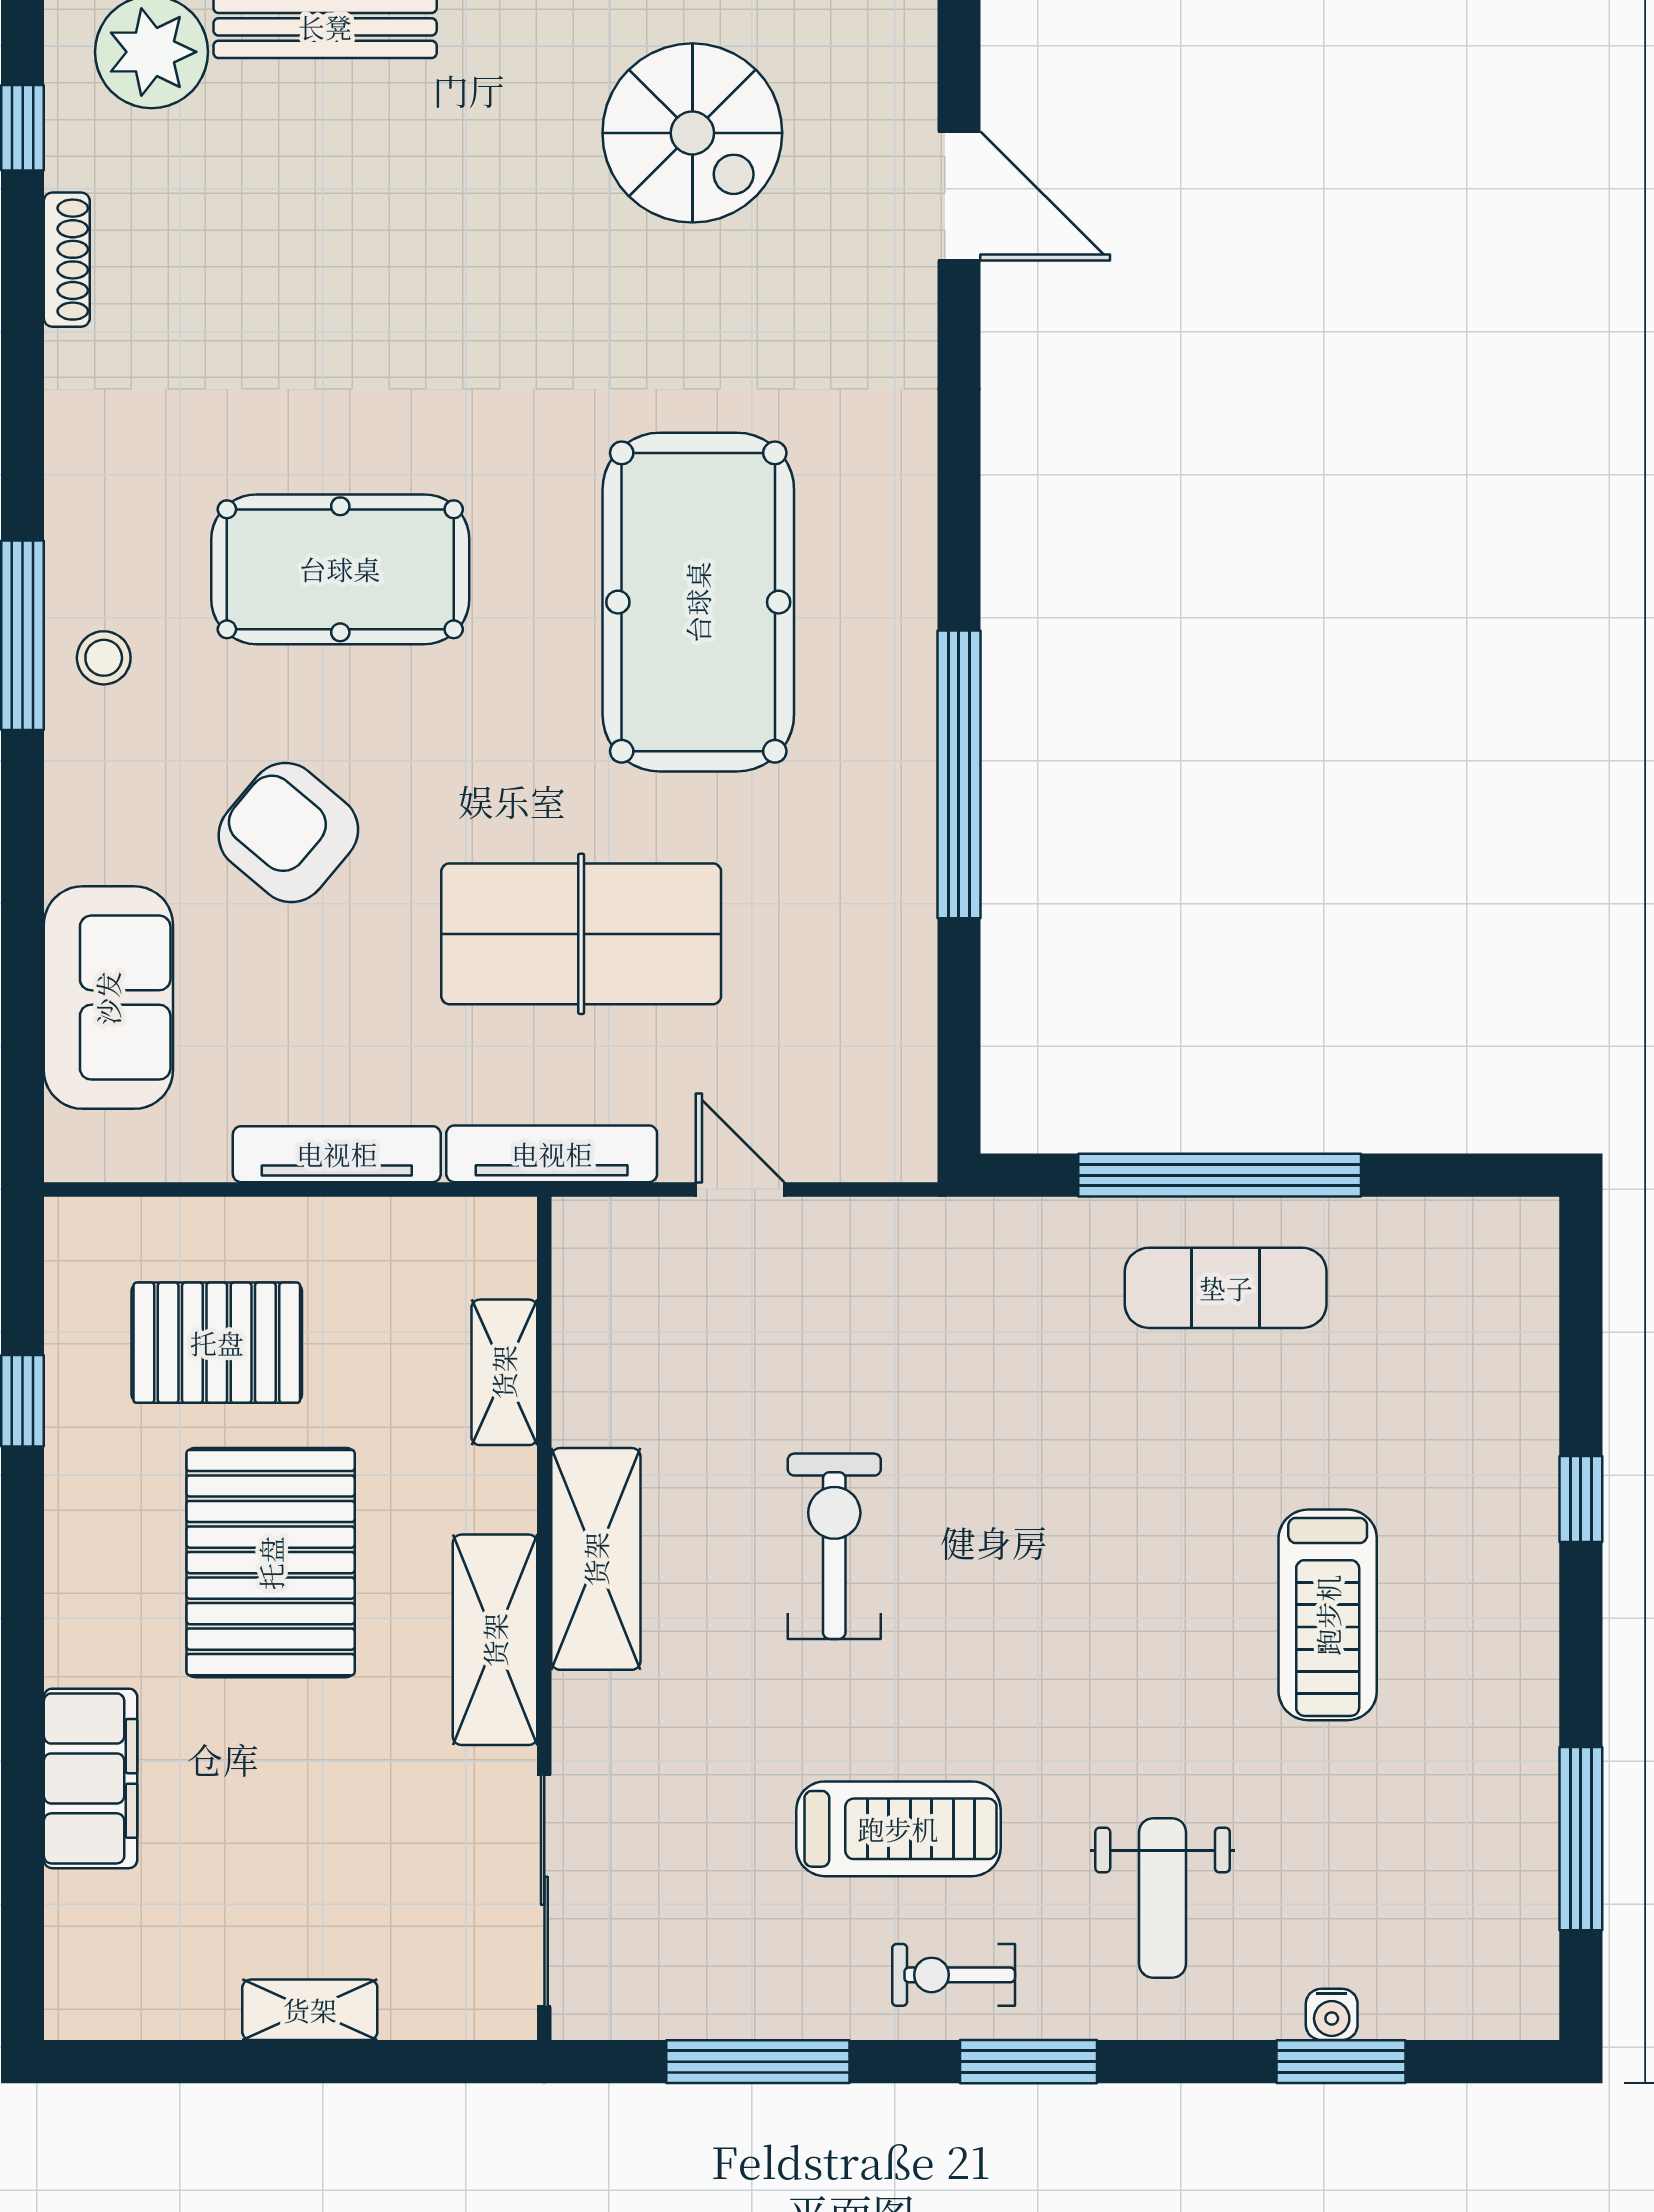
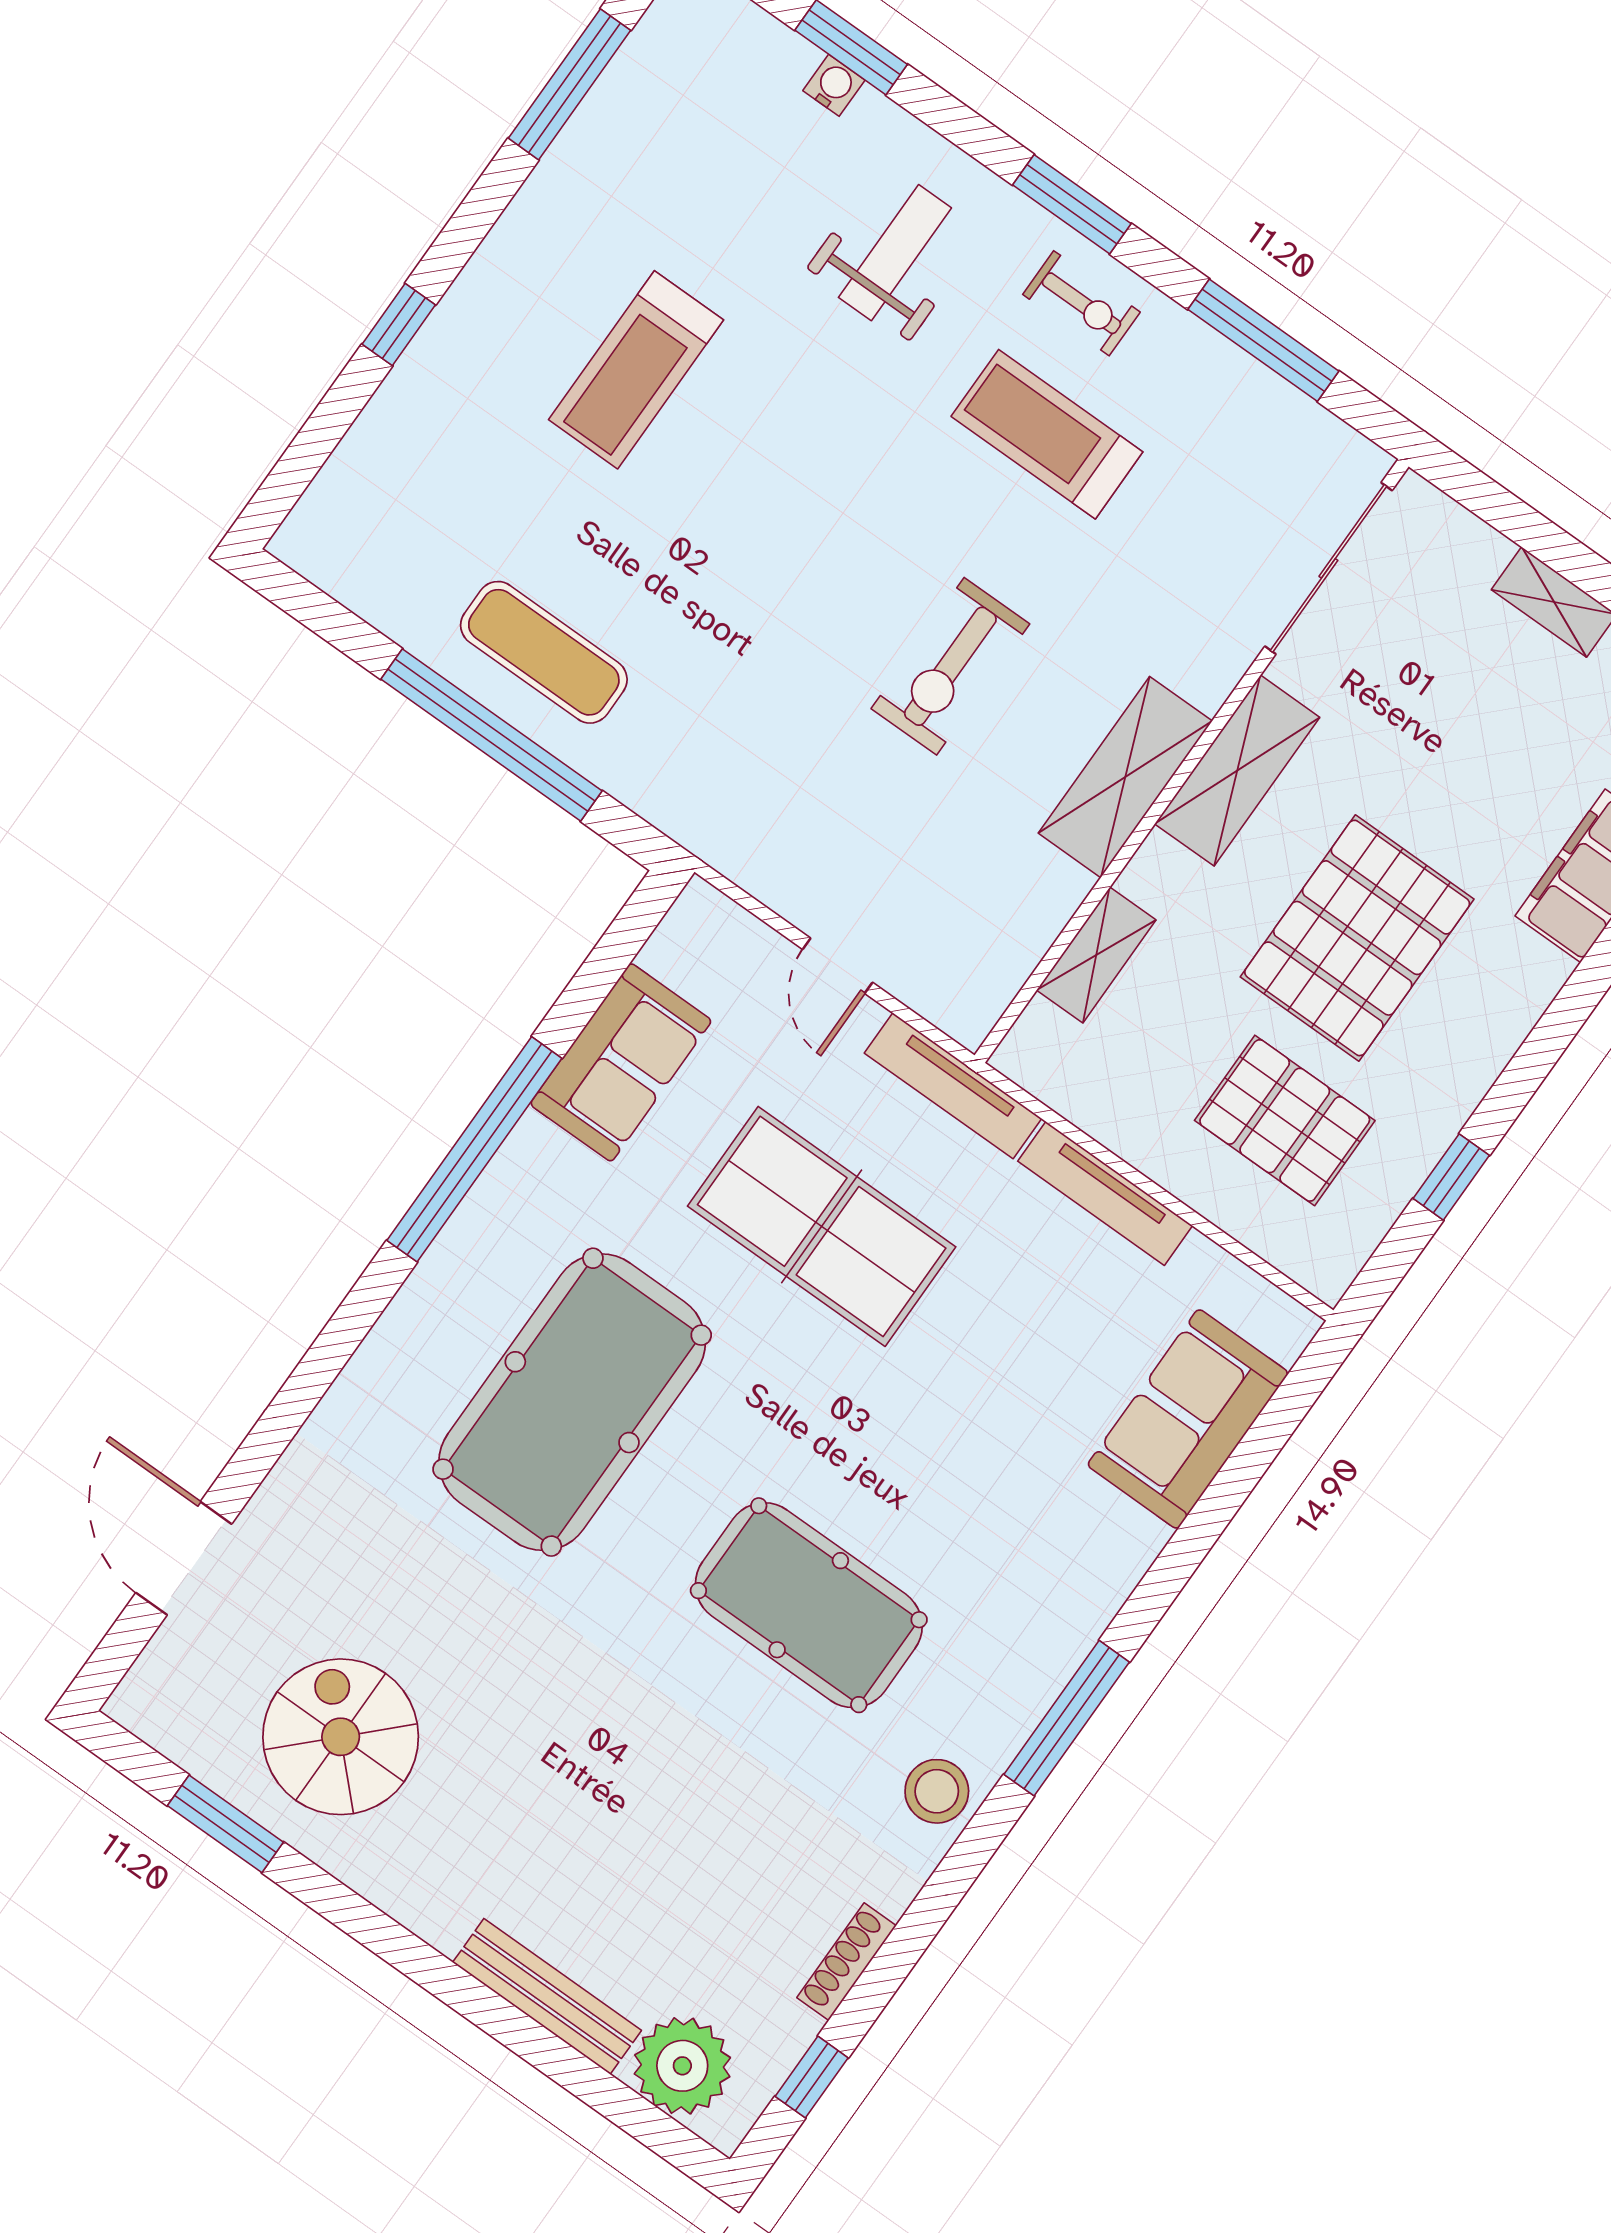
stool: (104, 658) -> (937, 1791), moved, width x1.37, depth x1.37
armchair: (288, 833) -> (978, 1445), removed
sofa: (879, 954) -> (621, 1062), added
treadmill: (1328, 1615) -> (636, 370), turned 180

